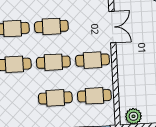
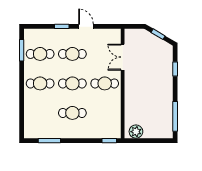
double door: (112, 27) -> (123, 57), swing flipped
cafe table: (94, 96) -> (105, 113), removed

